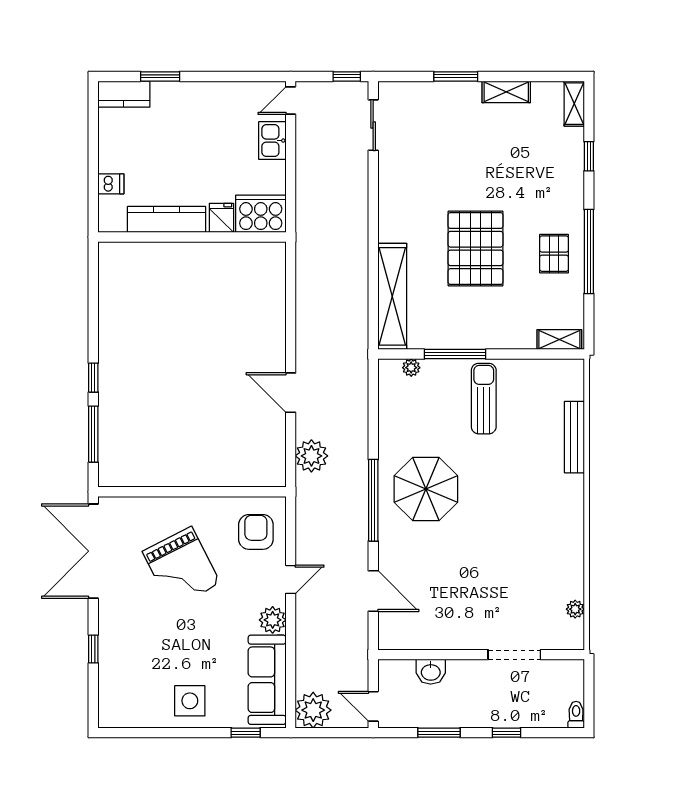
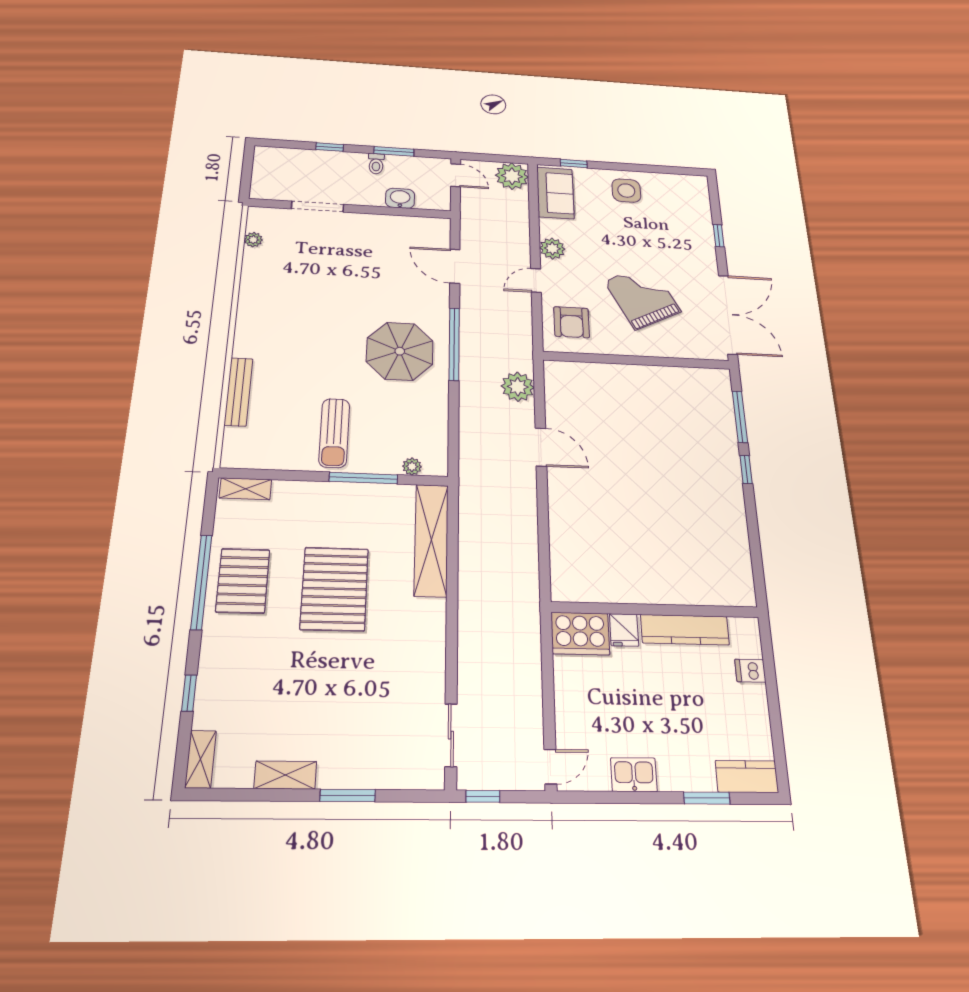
kitchen sink: (272, 141) -> (634, 775), moved, turned -90
pallet: (554, 254) -> (243, 581), width x1.50, depth x1.42
sofa: (267, 680) -> (555, 193), width x0.73
toilet: (576, 715) -> (376, 164), moved

